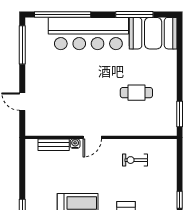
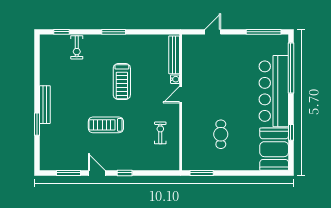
window: (134, 14) -> (291, 132), width x0.46
door: (92, 137) -> (181, 95), hinge flipped
bench: (54, 145) -> (174, 55), width x1.36

